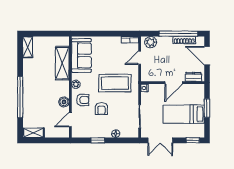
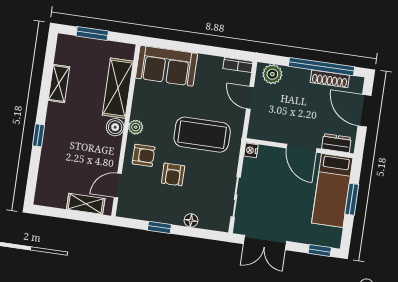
window: (43, 34) -> (92, 33), added
shelving: (28, 47) -> (59, 84), moved
sofa: (81, 55) -> (167, 66), moved, turned 90
door: (140, 58) -> (250, 98), hinge flipped
door: (174, 83) -> (302, 148), hinge flipped
window: (20, 97) -> (38, 135), width x0.32
boiler: (64, 102) -> (115, 127), moved
bed: (184, 114) -> (332, 190), moved, turned -90
shelving: (34, 133) -> (86, 204), moved

